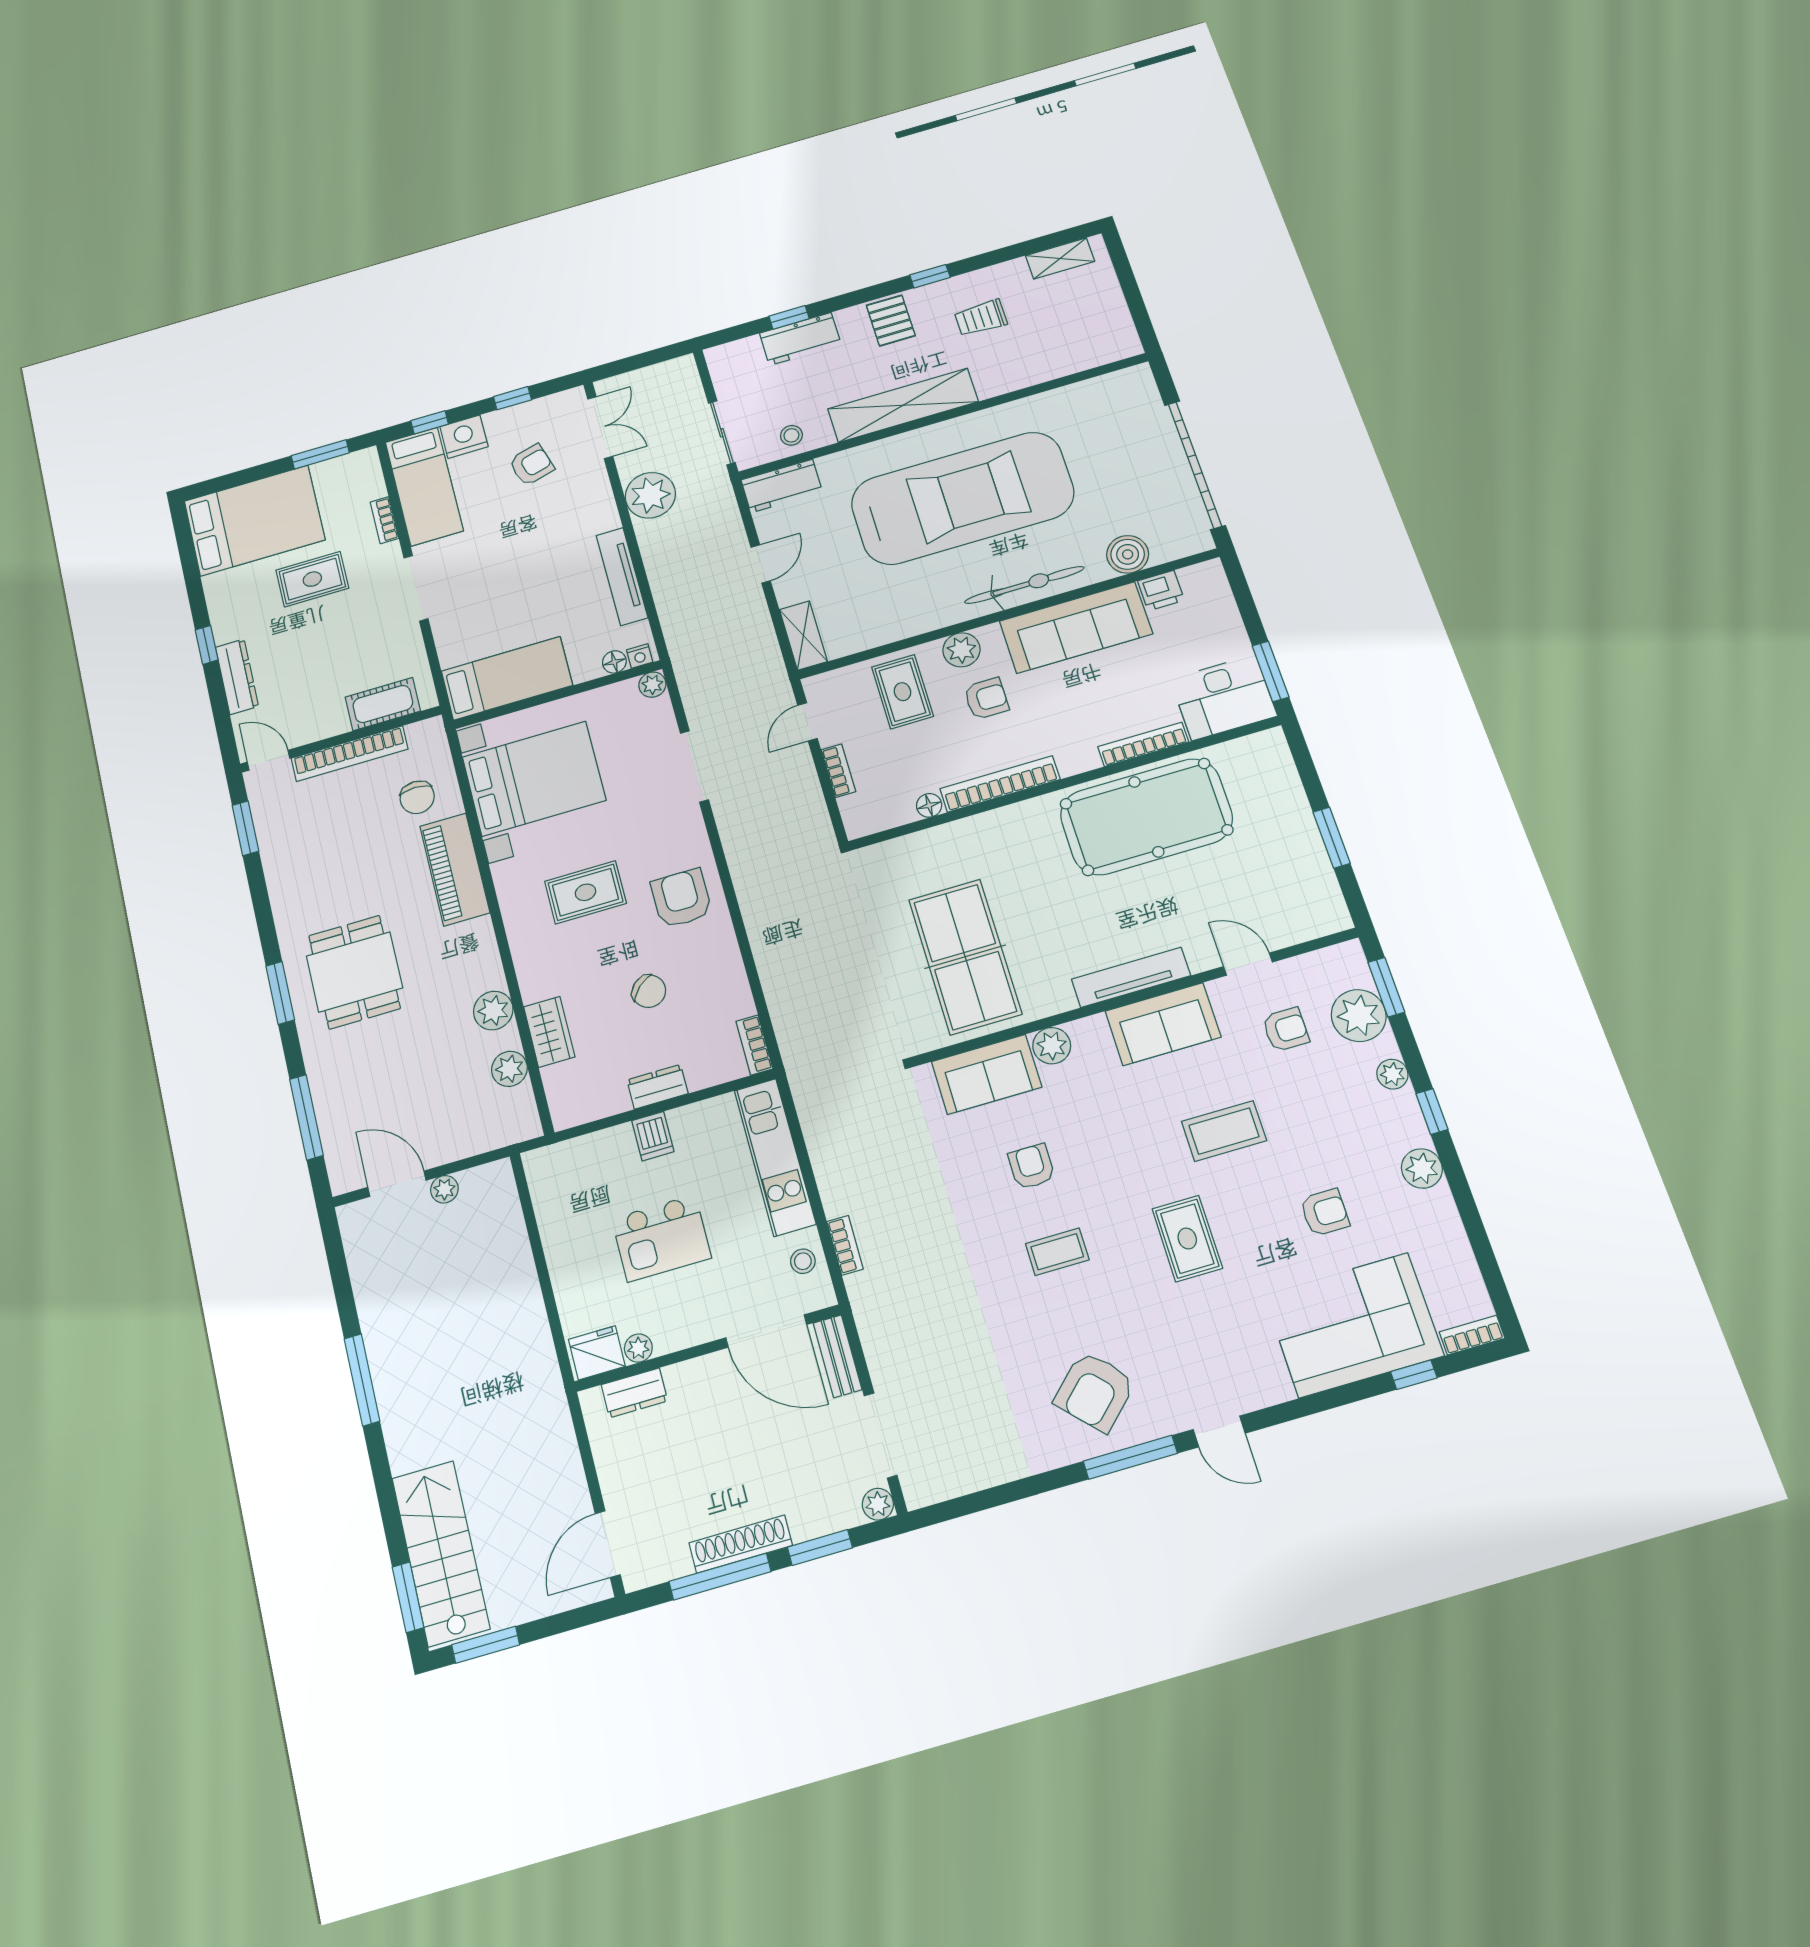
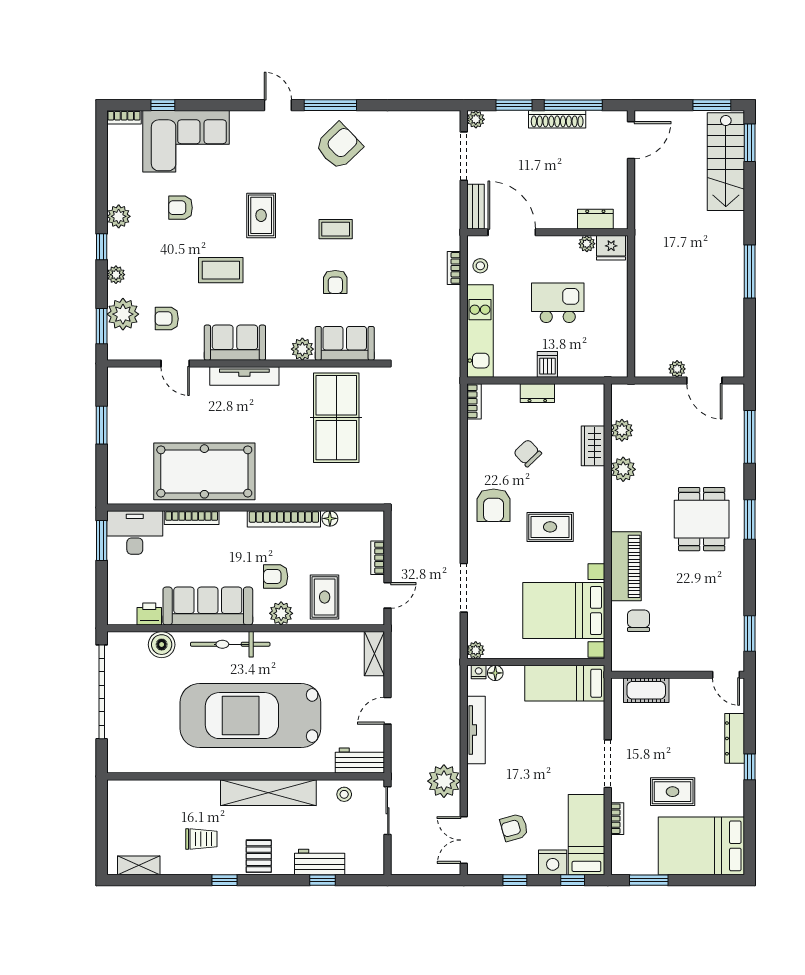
bookcase: (350, 754) -> (674, 663), removed

